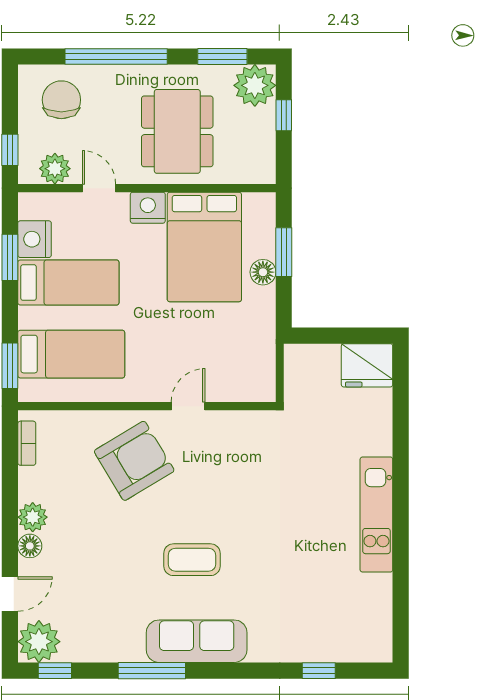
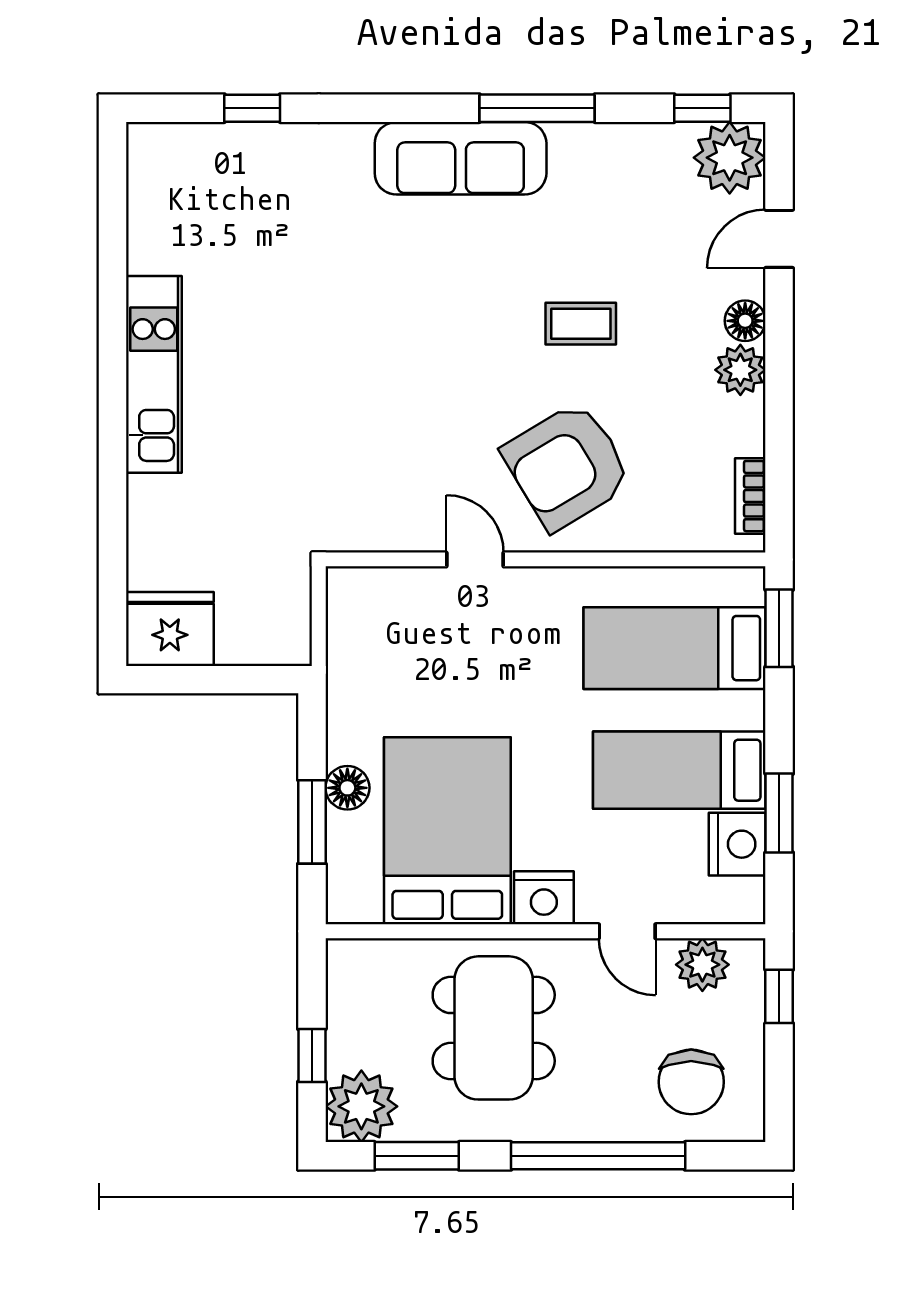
door: (188, 406) -> (475, 559), swing flipped
coffee table: (192, 560) -> (581, 324), moved, width x0.73, depth x0.77

